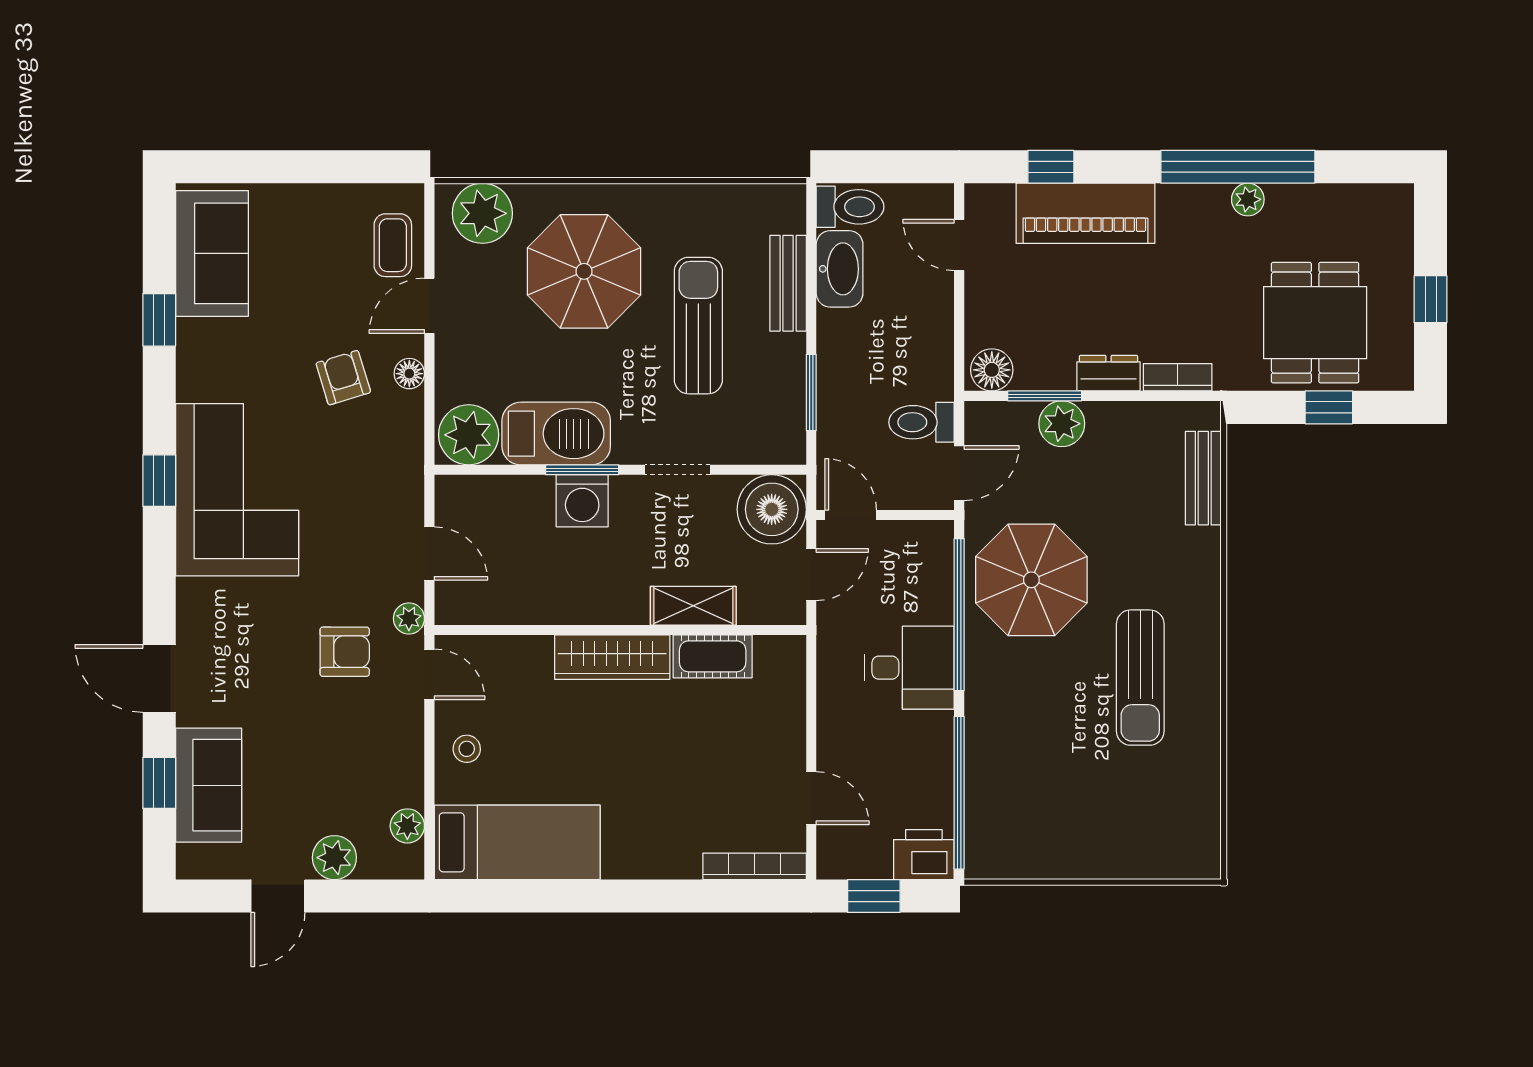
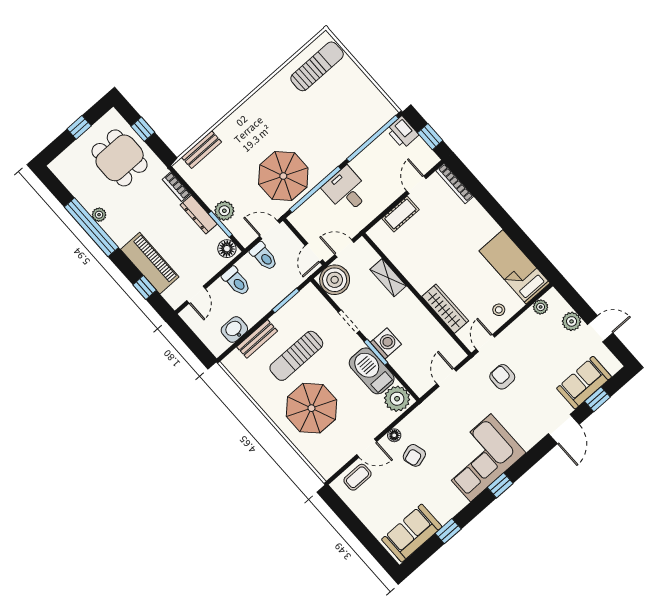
toilet: (850, 207) -> (236, 281), moved, turned 180
plant: (482, 213) -> (322, 457), removed
washbasin: (840, 269) -> (234, 330), width x0.72
dining table: (1315, 323) -> (120, 158), turned 90
dresser: (1108, 373) -> (199, 215), width x1.44
plant: (409, 618) -> (473, 366), removed
cot: (713, 656) -> (400, 214), moved, turned 90
wardrobe: (612, 657) -> (445, 309), moved
sun lounger: (1140, 678) -> (317, 66), moved

